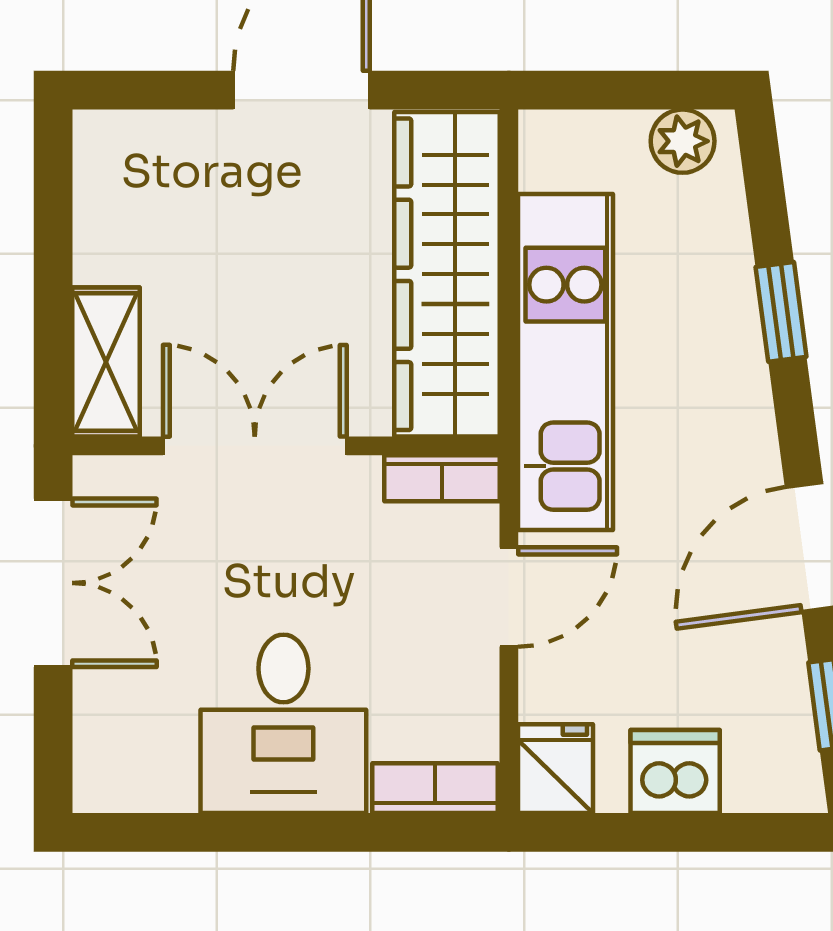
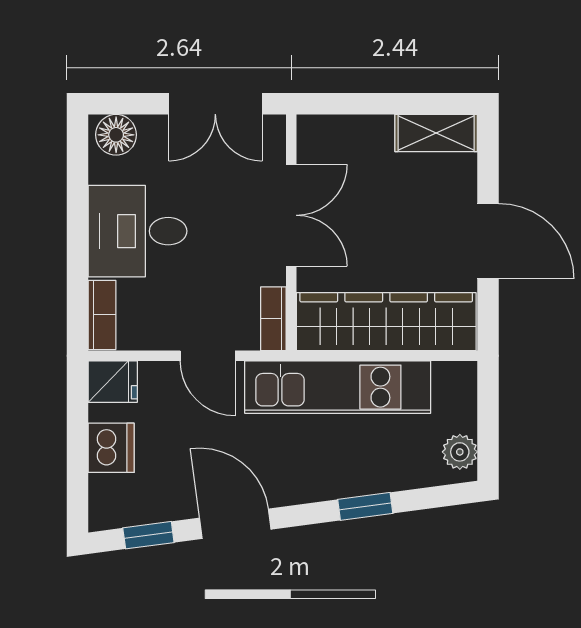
shelving: (106, 362) -> (436, 133), moved
floor lamp: (109, 763) -> (116, 135), added

